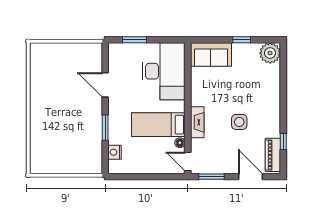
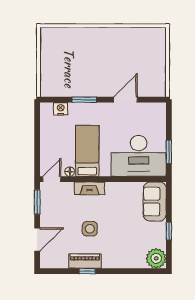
window: (134, 40) -> (169, 152), moved
window: (283, 141) -> (87, 271), moved
piano: (273, 155) -> (85, 261), moved

